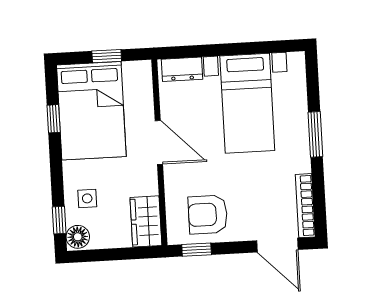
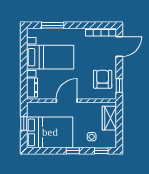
window: (54, 119) -> (73, 151), moved
window: (315, 134) -> (53, 25), moved
armchair: (208, 215) -> (103, 79), turned 180
wardrobe: (146, 221) -> (109, 118), moved, turned 90
floor lamp: (78, 237) -> (110, 142), removed

